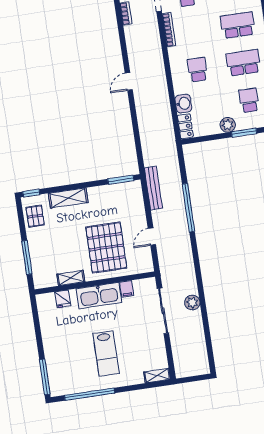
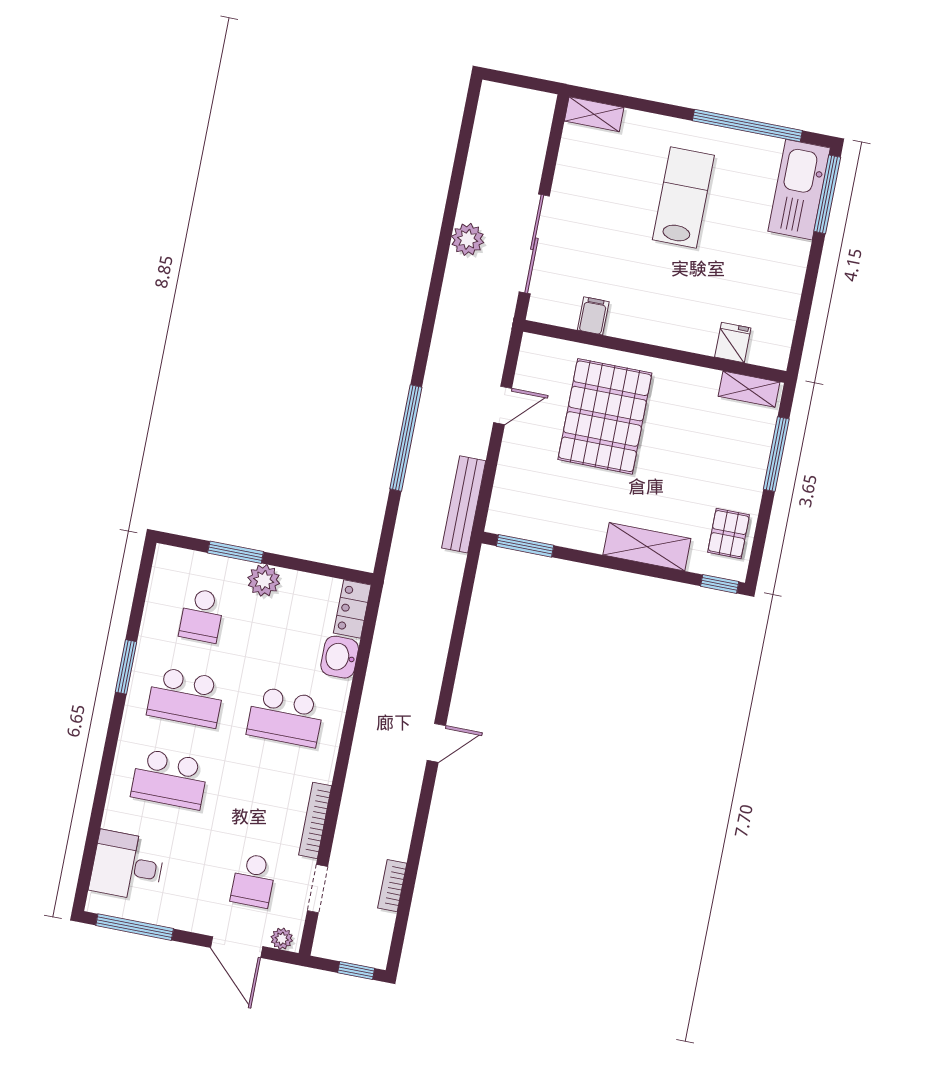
school desk: (197, 70) -> (285, 717), width x1.85
shelving: (71, 278) -> (749, 389), moved
kitchen sink: (99, 296) -> (799, 190), moved, turned -90

